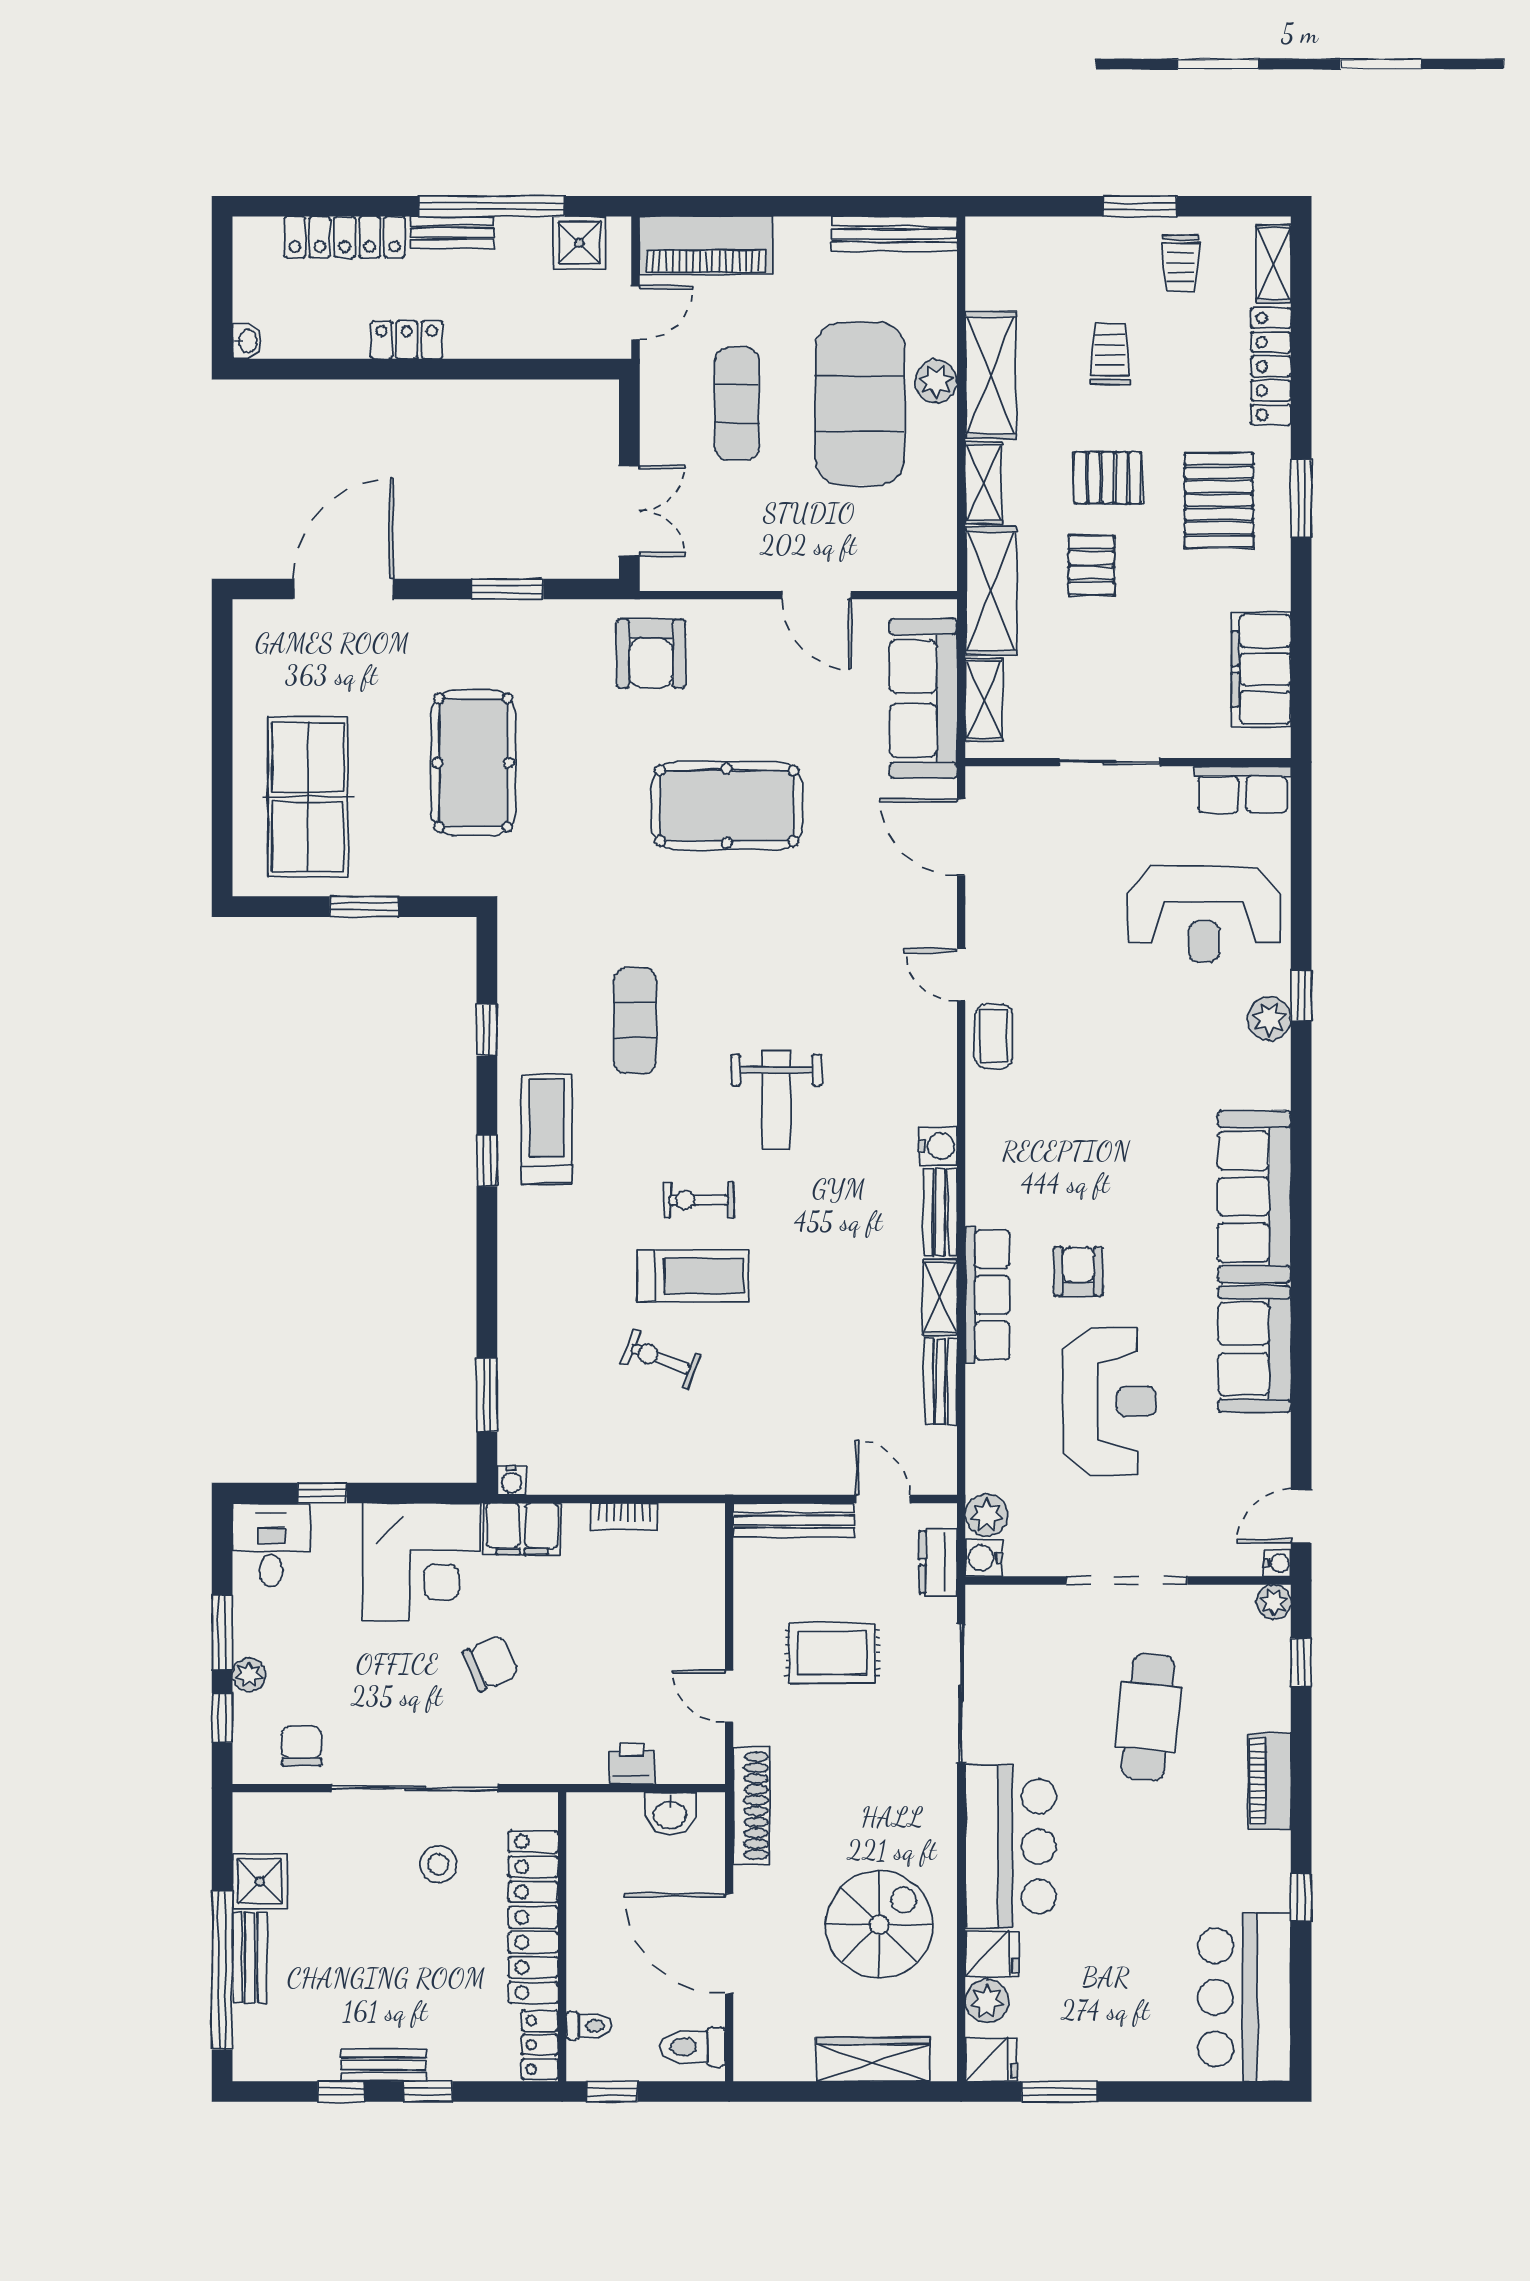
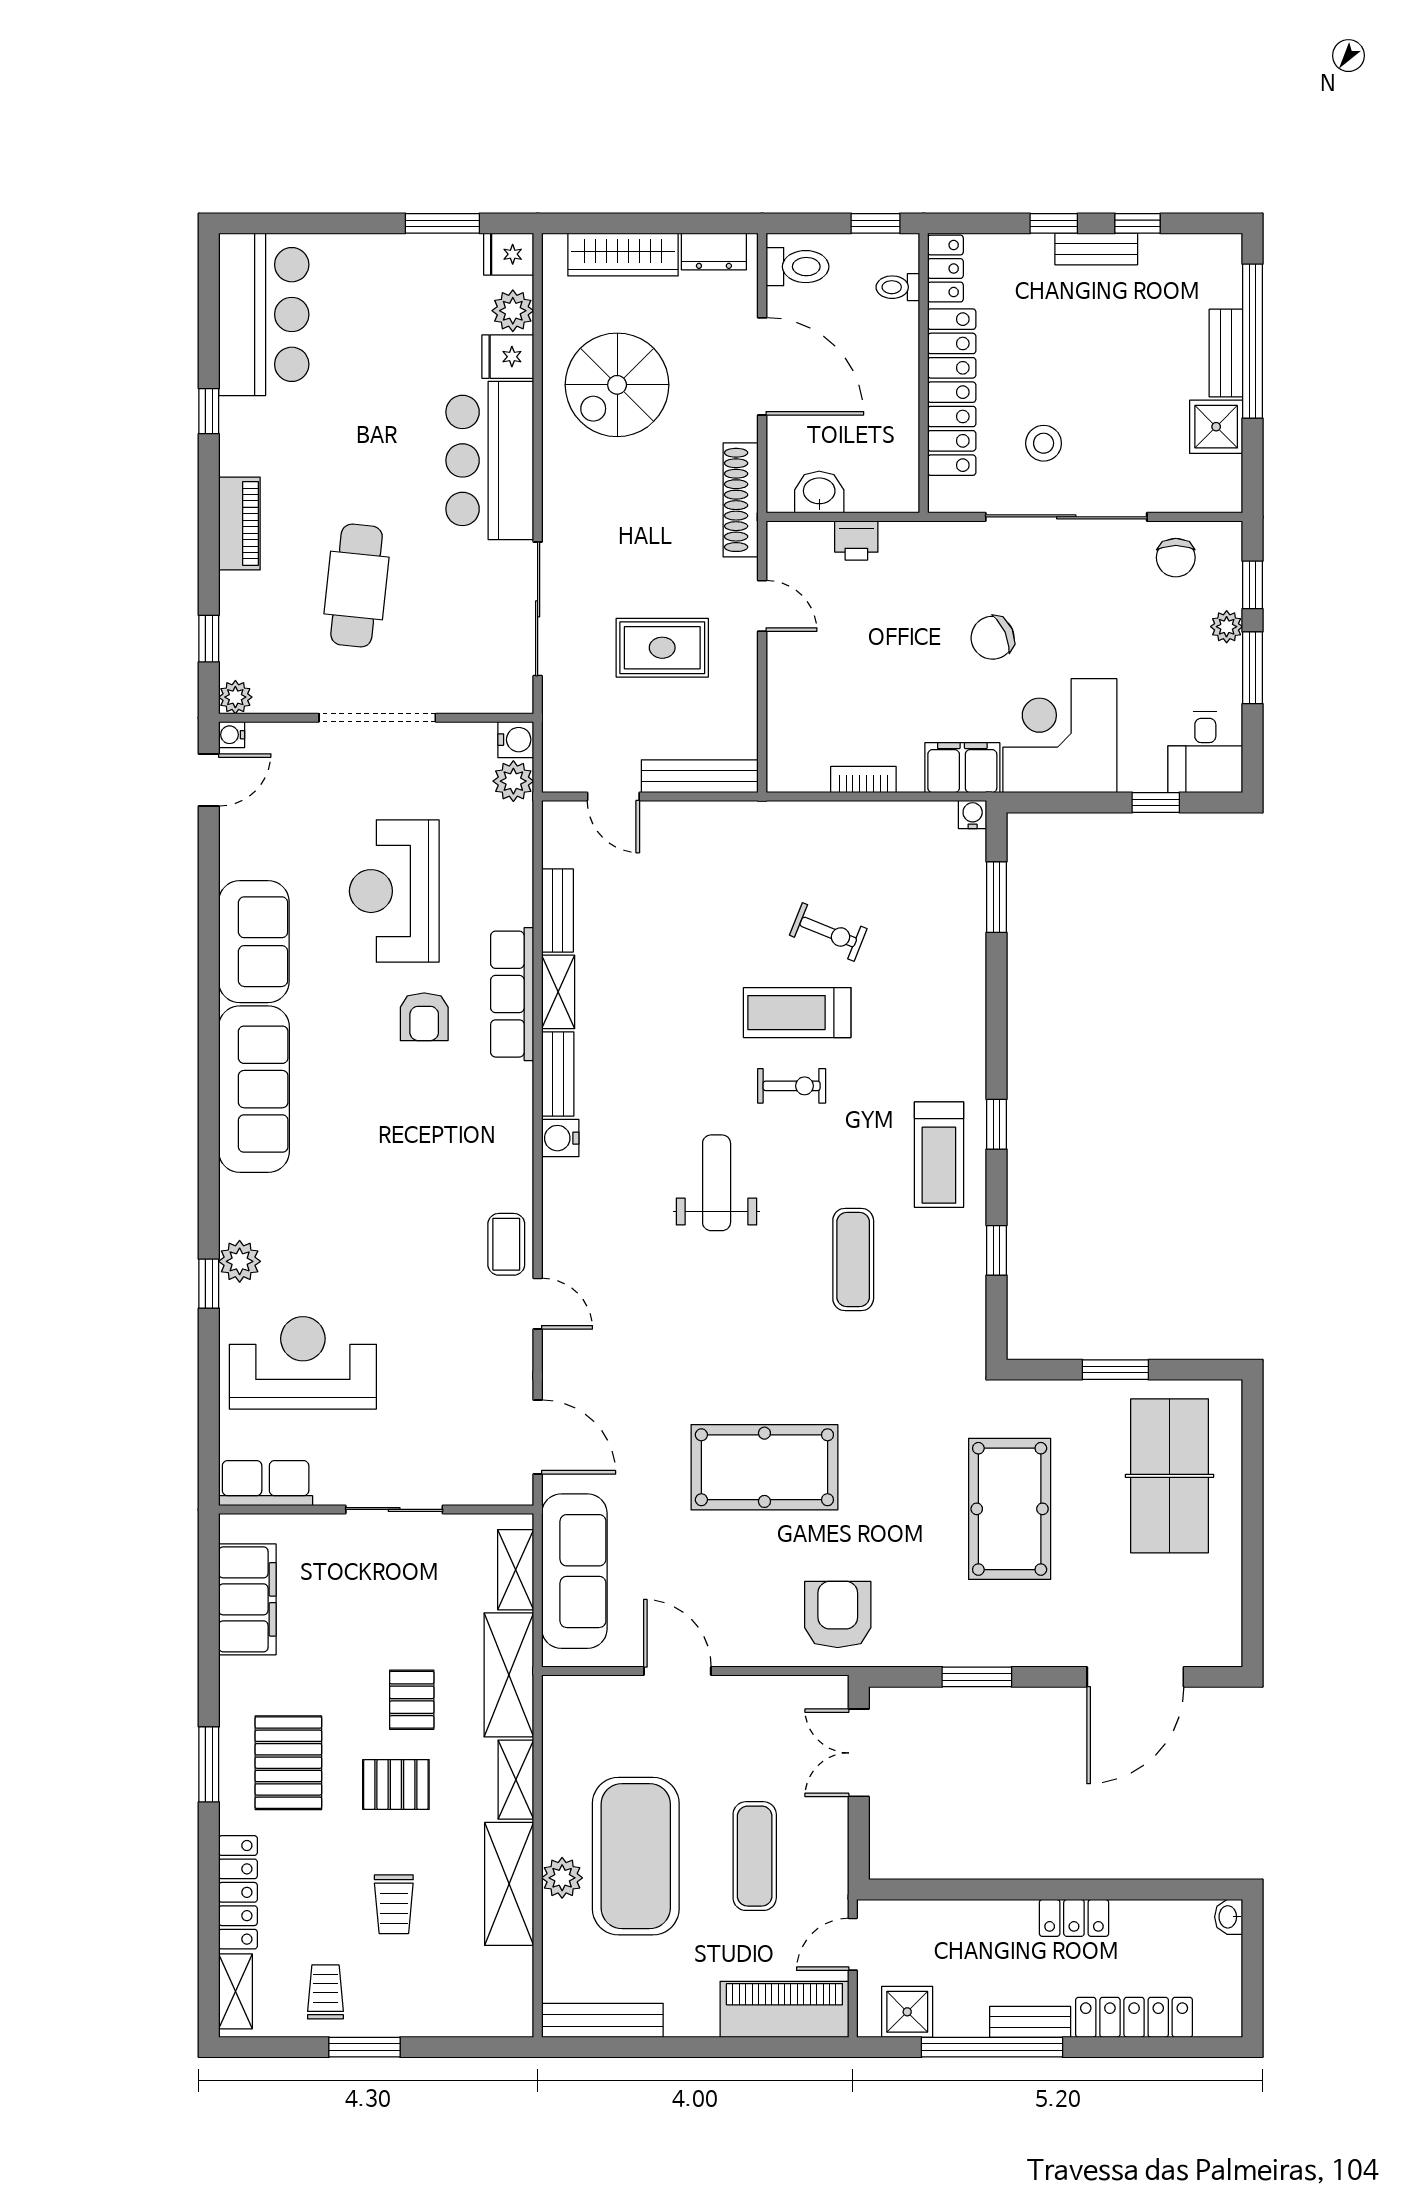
dresser: (938, 1562) -> (714, 252), moved, turned 90

